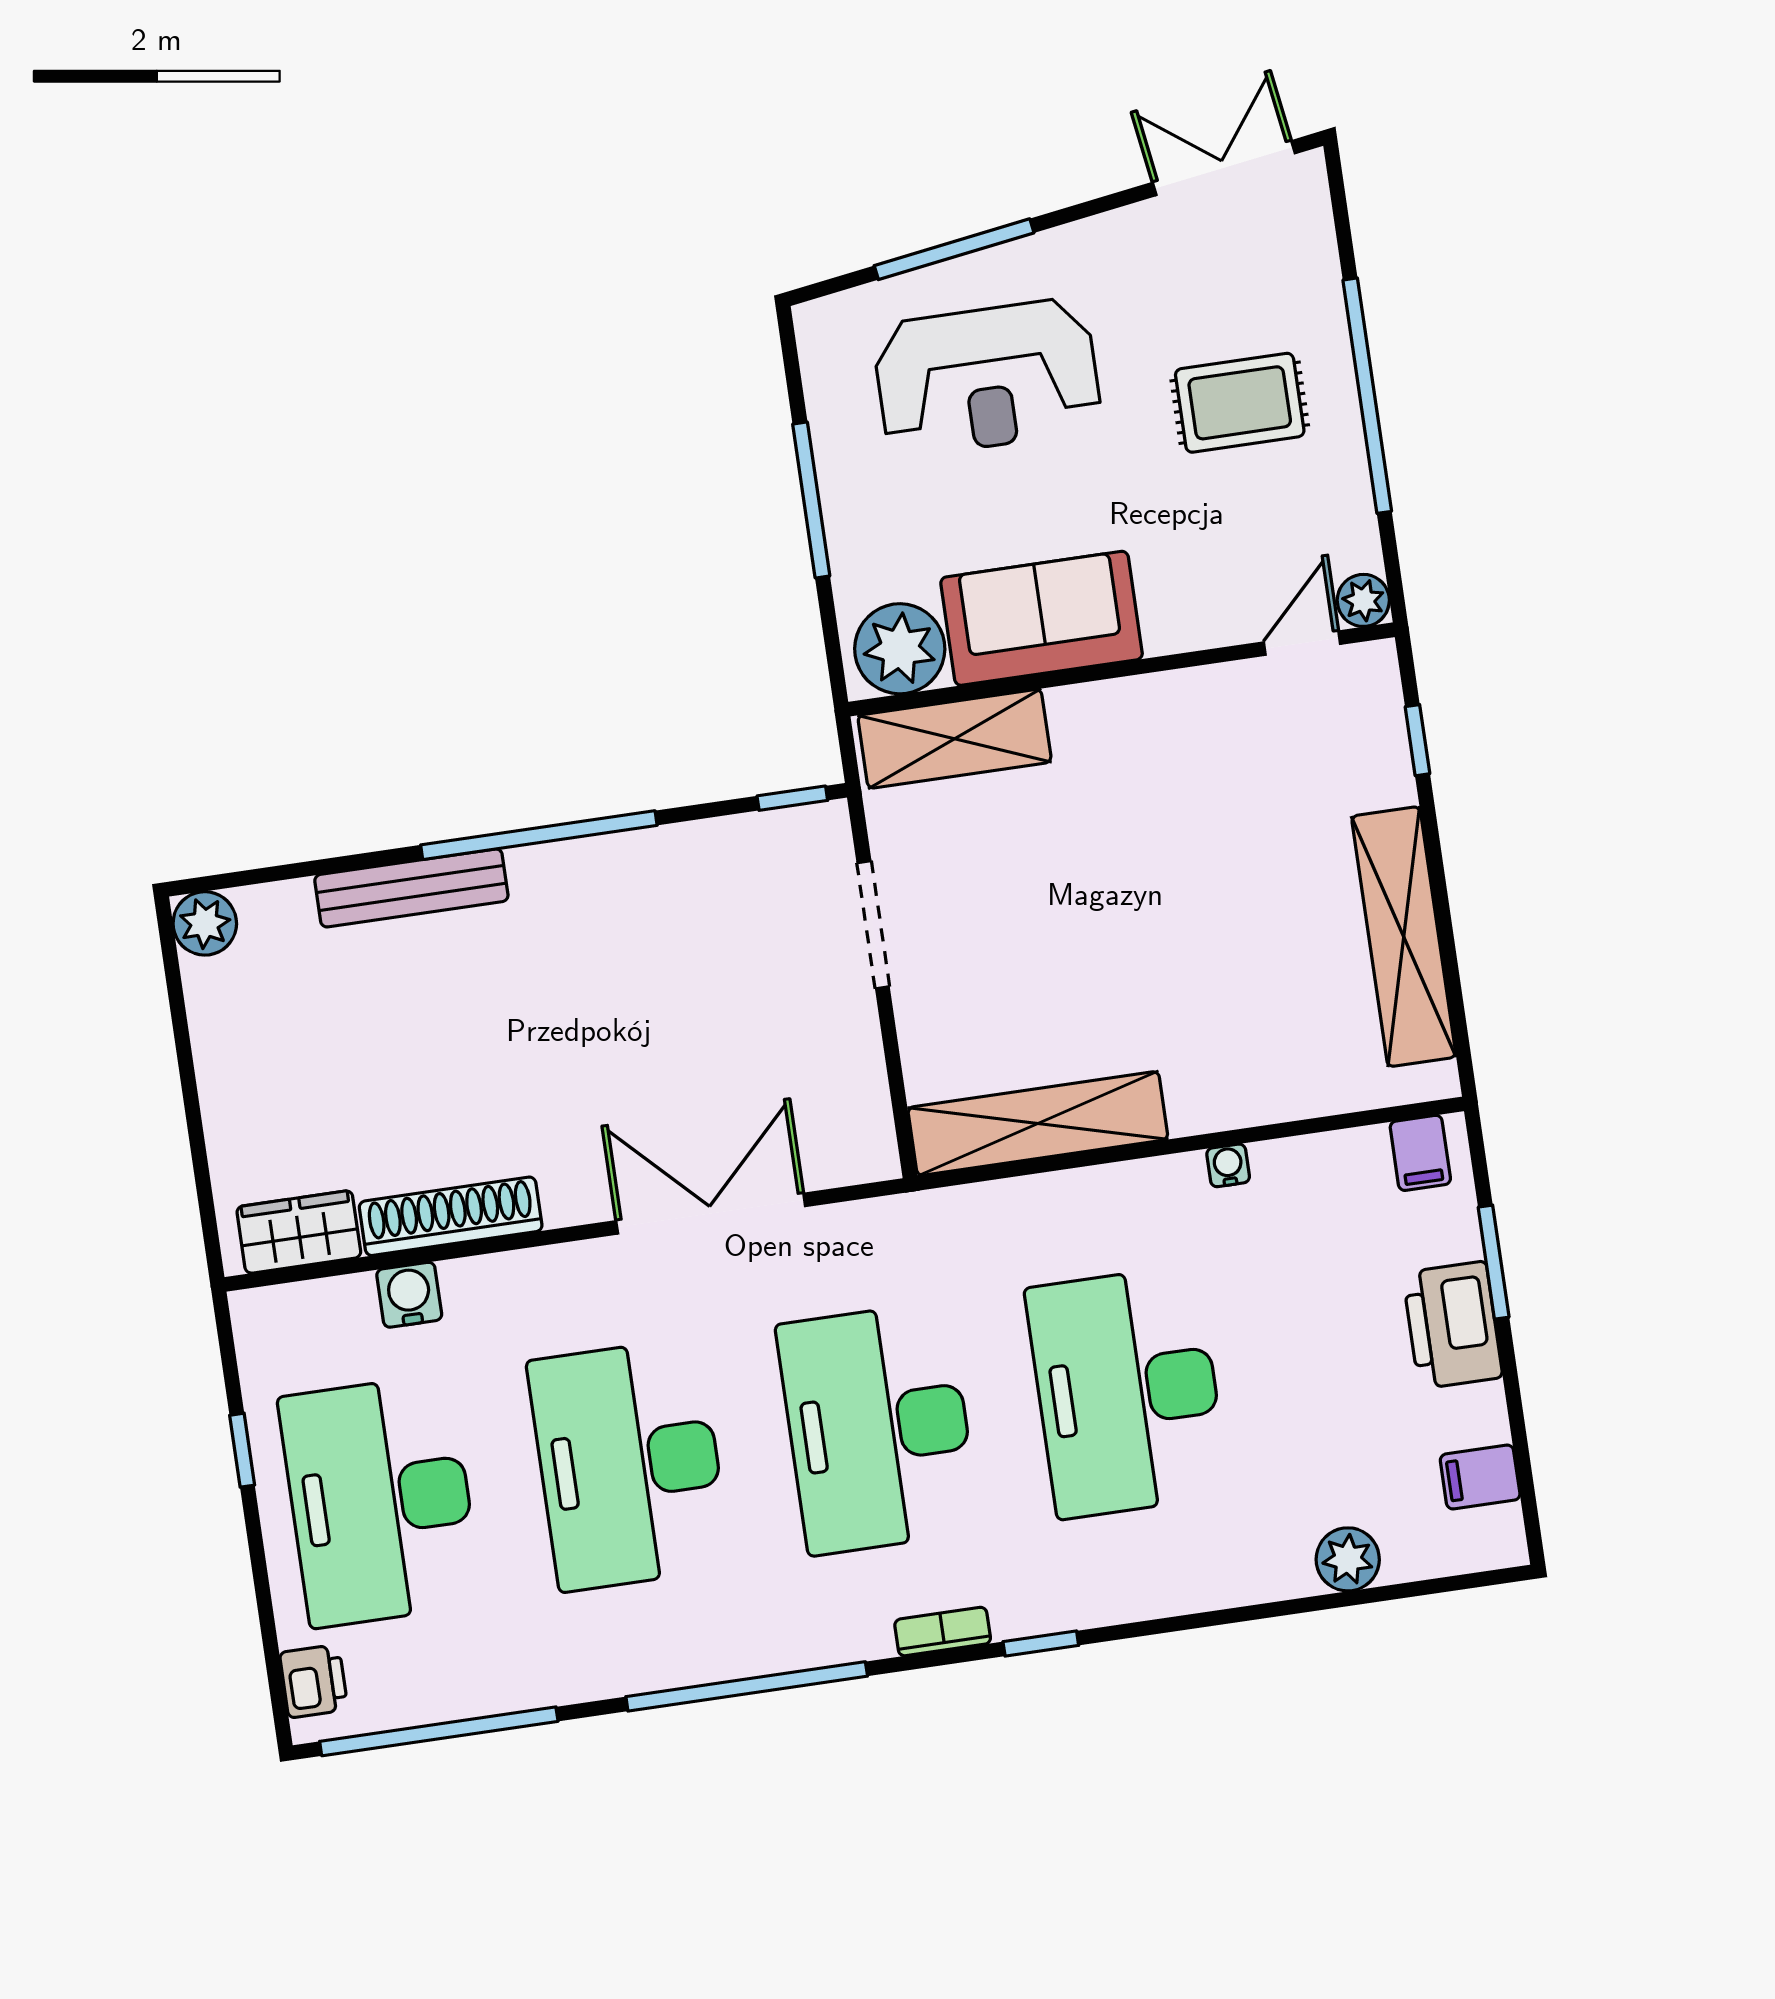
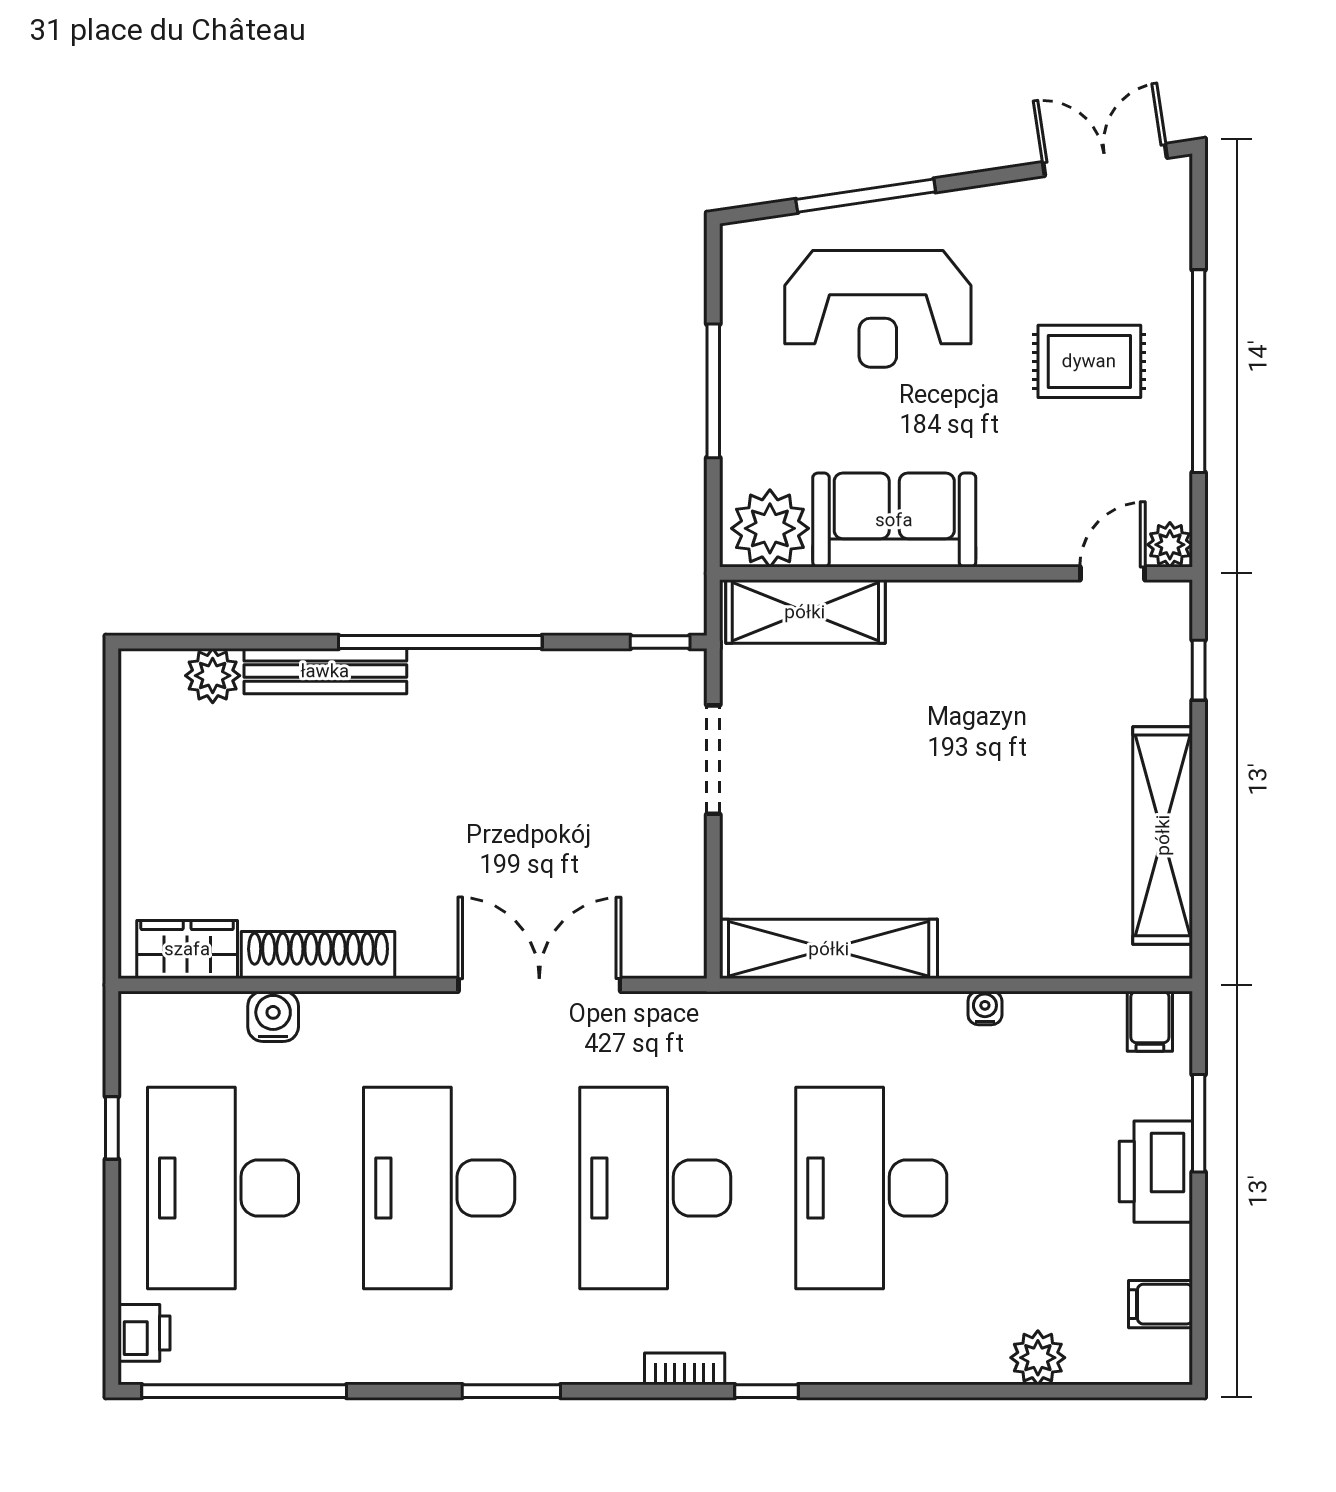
plant: (205, 923) -> (213, 676), moved
window: (747, 1686) -> (511, 1391), width x0.47

